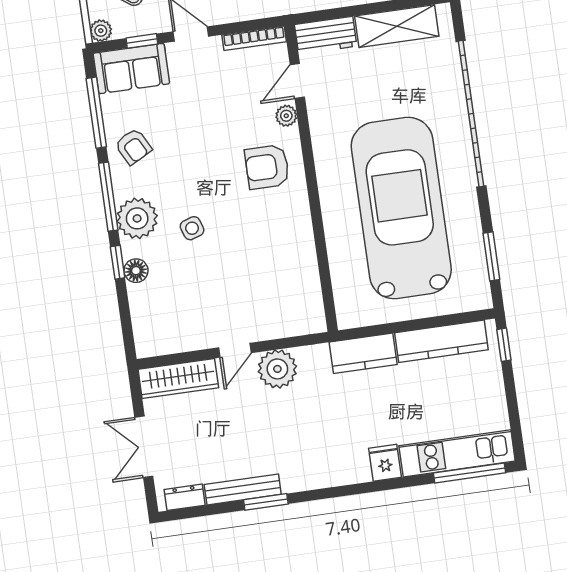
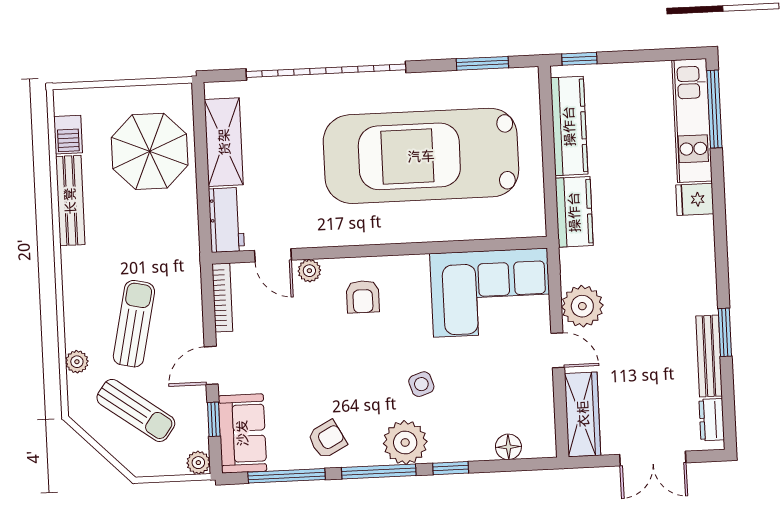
armchair: (267, 167) -> (363, 297), width x0.72, depth x0.72
floor lamp: (136, 271) -> (508, 447), moved
corner sofa: (282, 284) -> (490, 293), added

